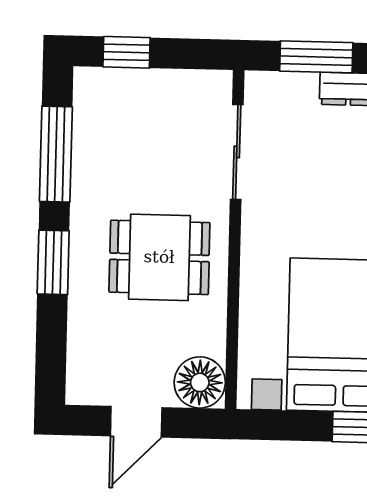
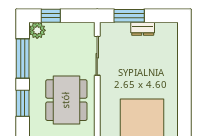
plant: (93, 87) -> (37, 30), added
dining table: (159, 257) -> (66, 100), width x1.37

